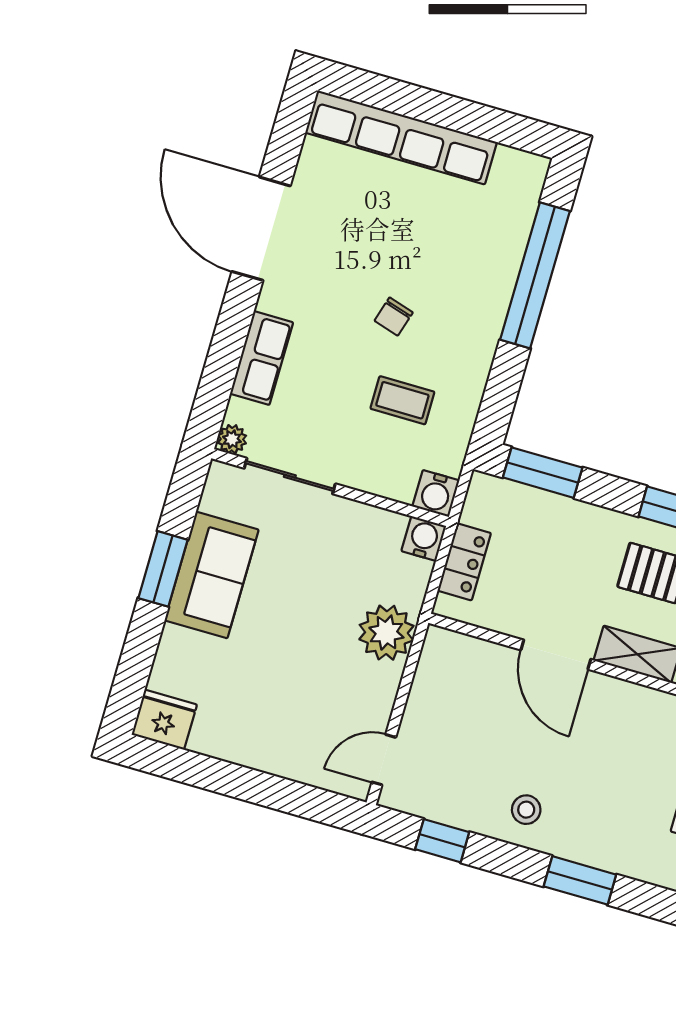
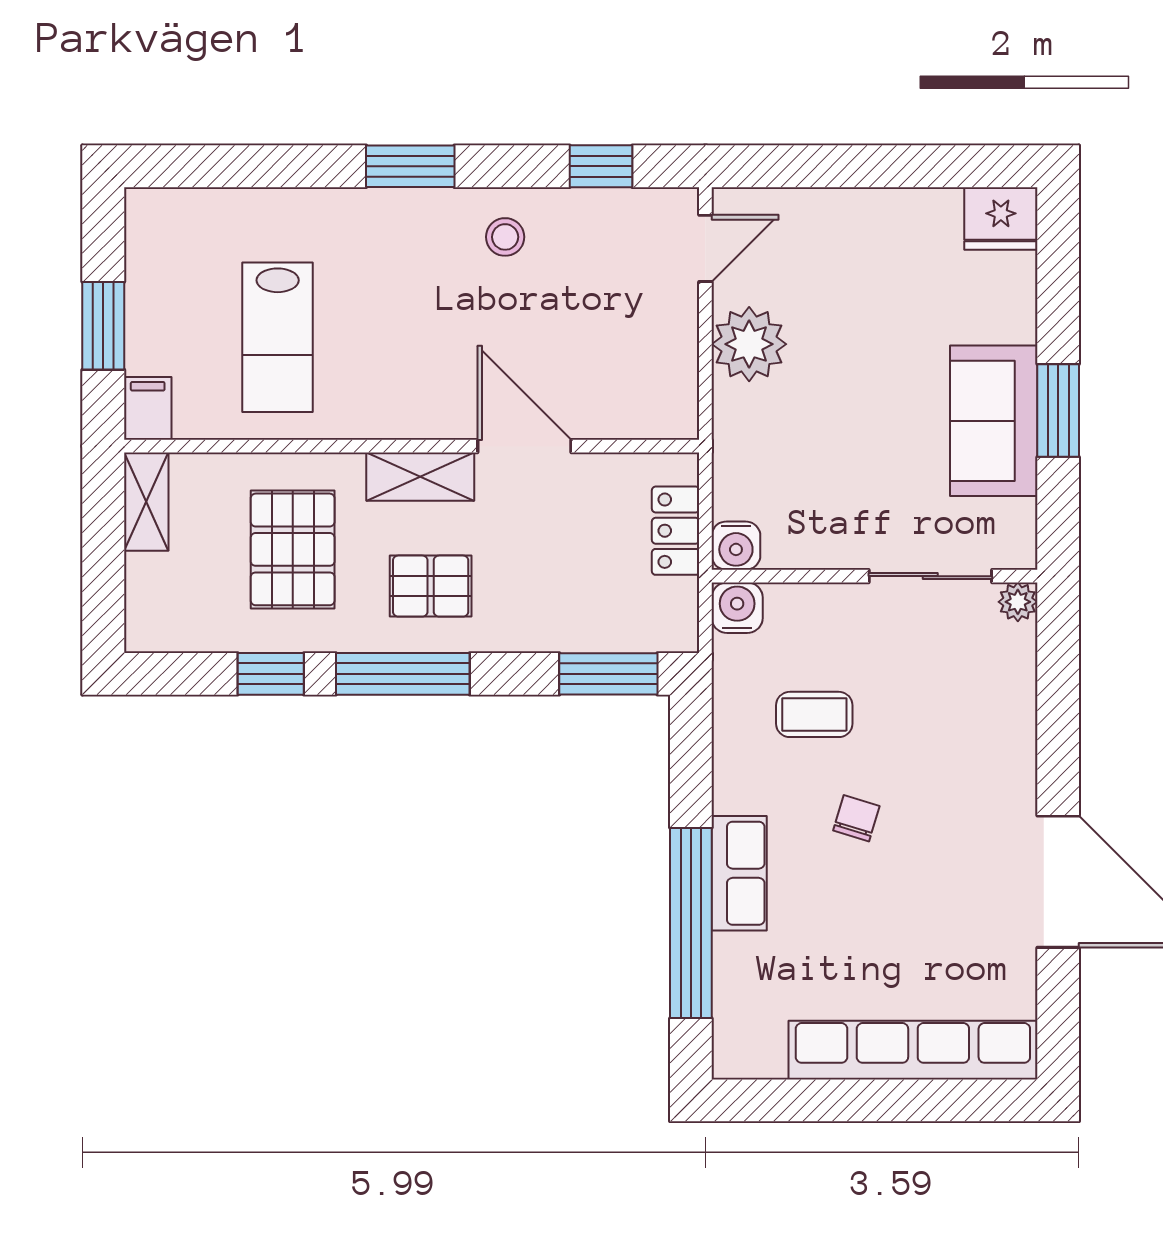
row of seats: (262, 358) -> (739, 873), moved, turned 180
plant: (386, 633) -> (749, 344), moved

